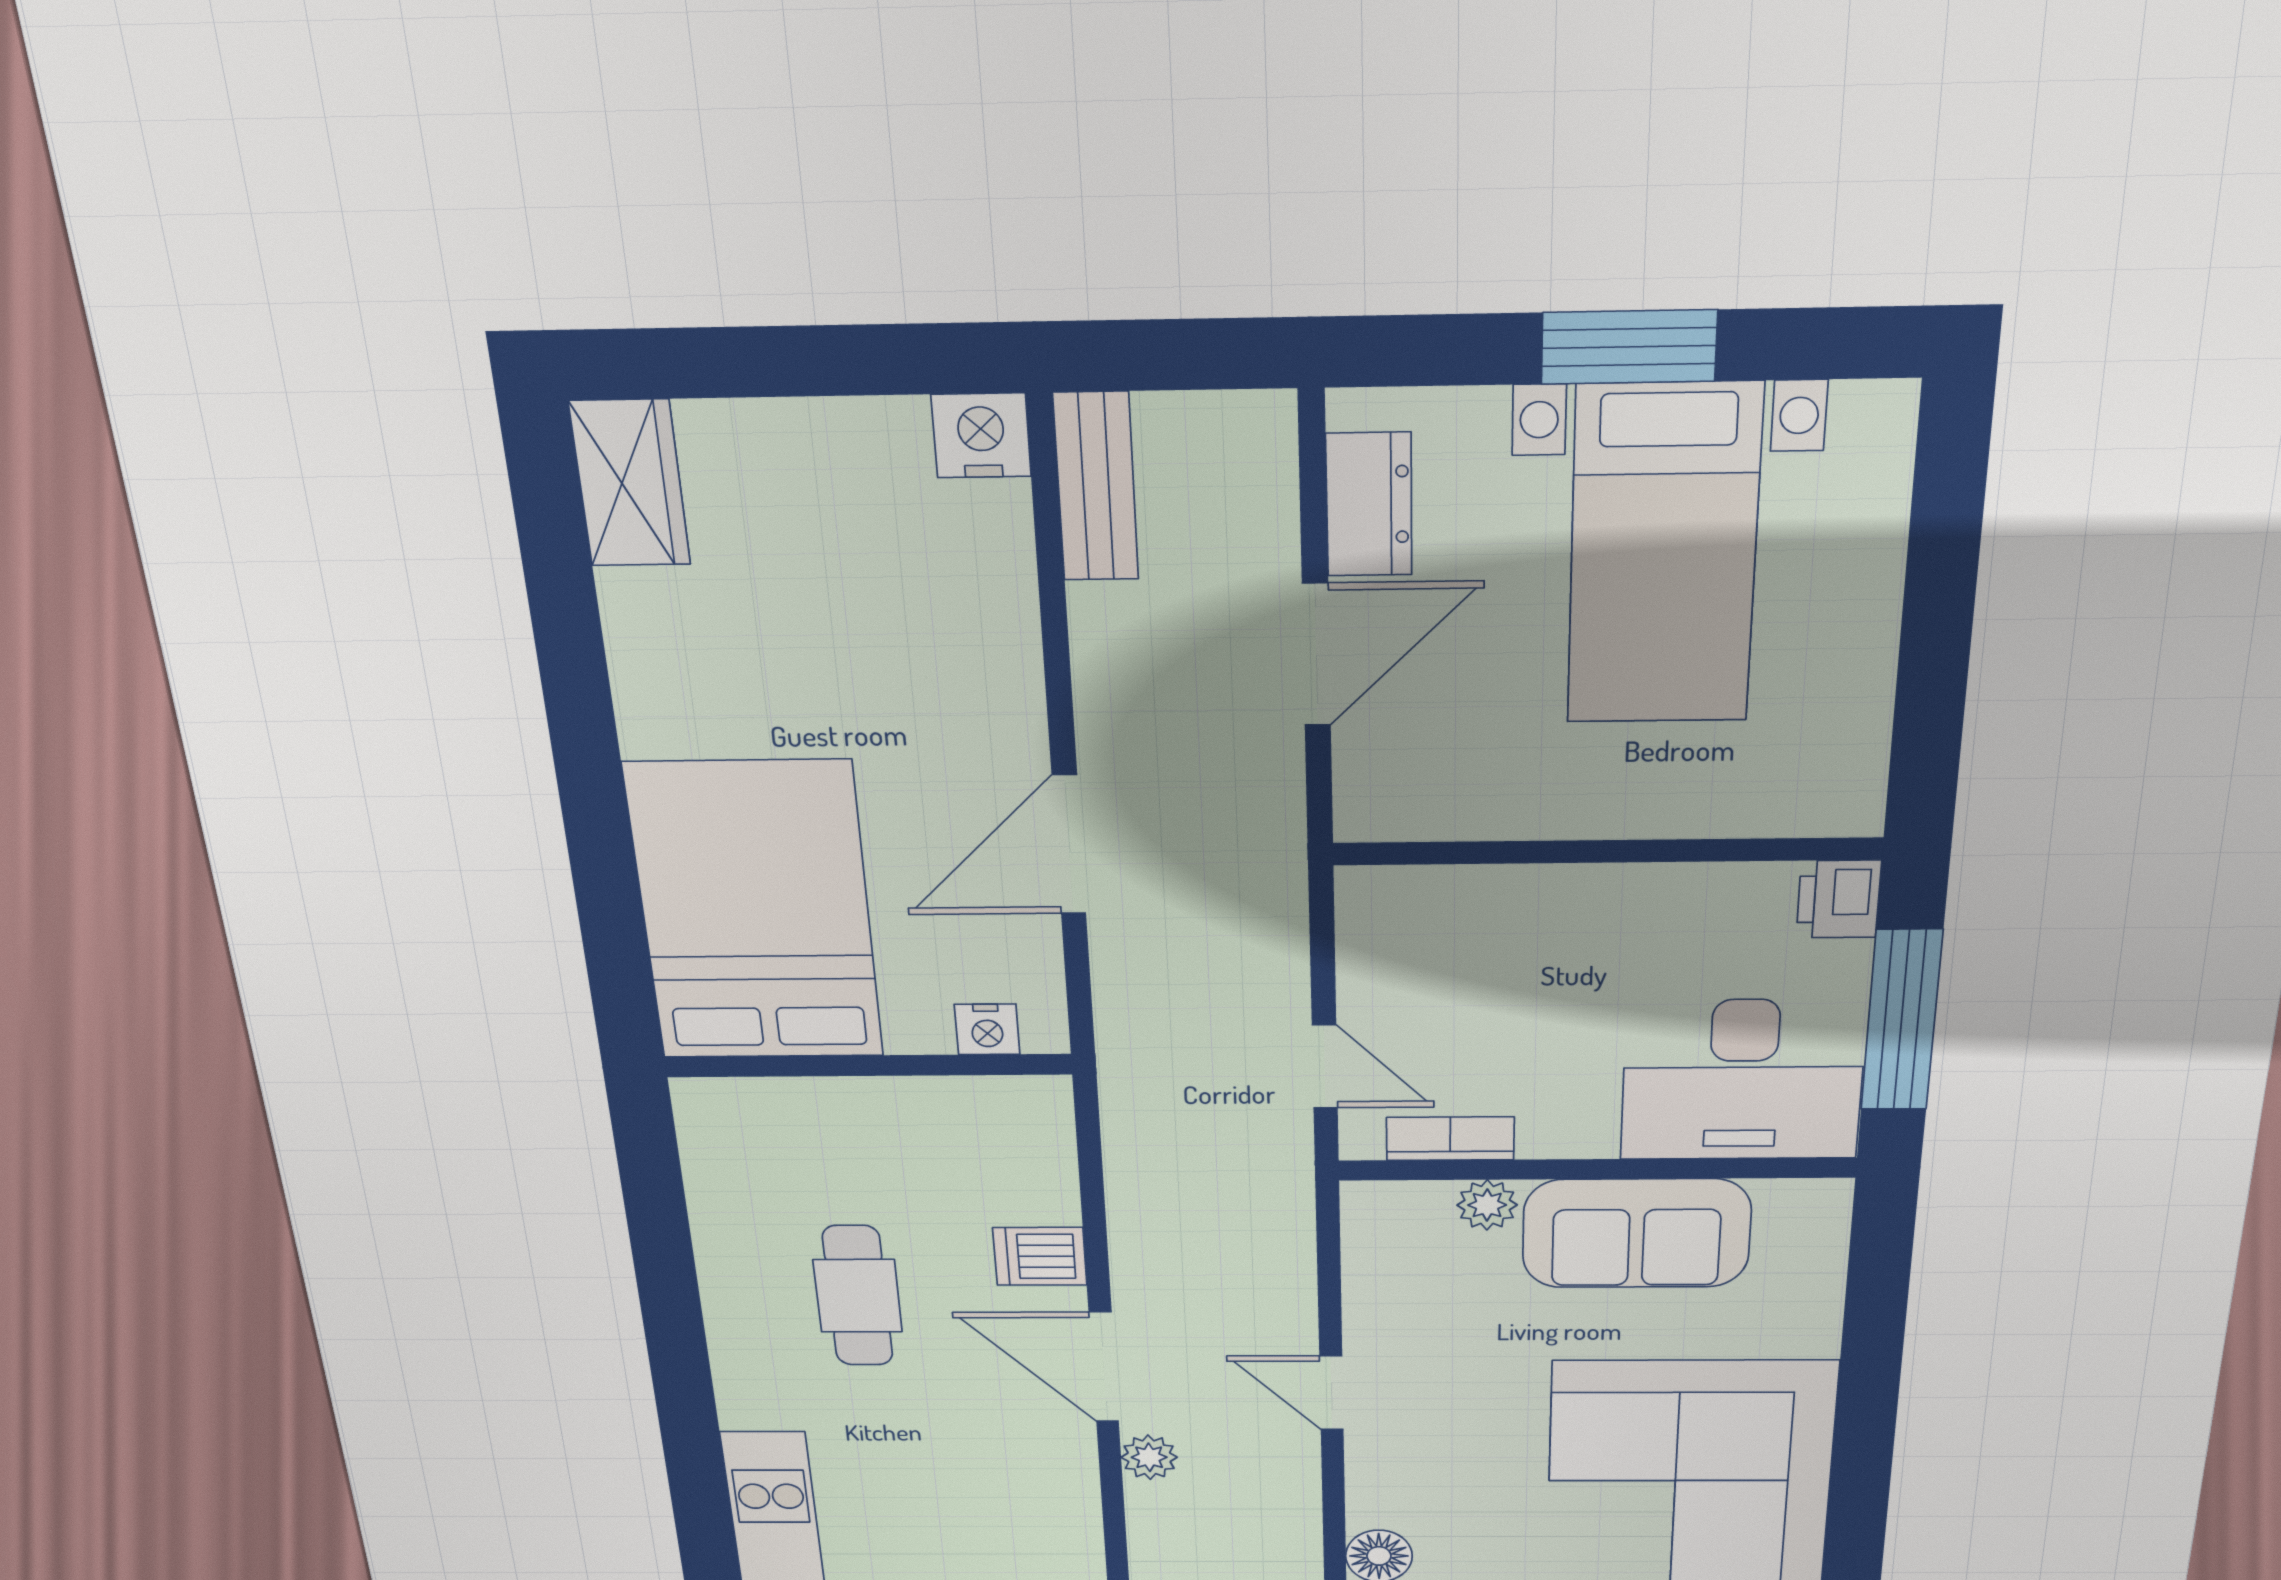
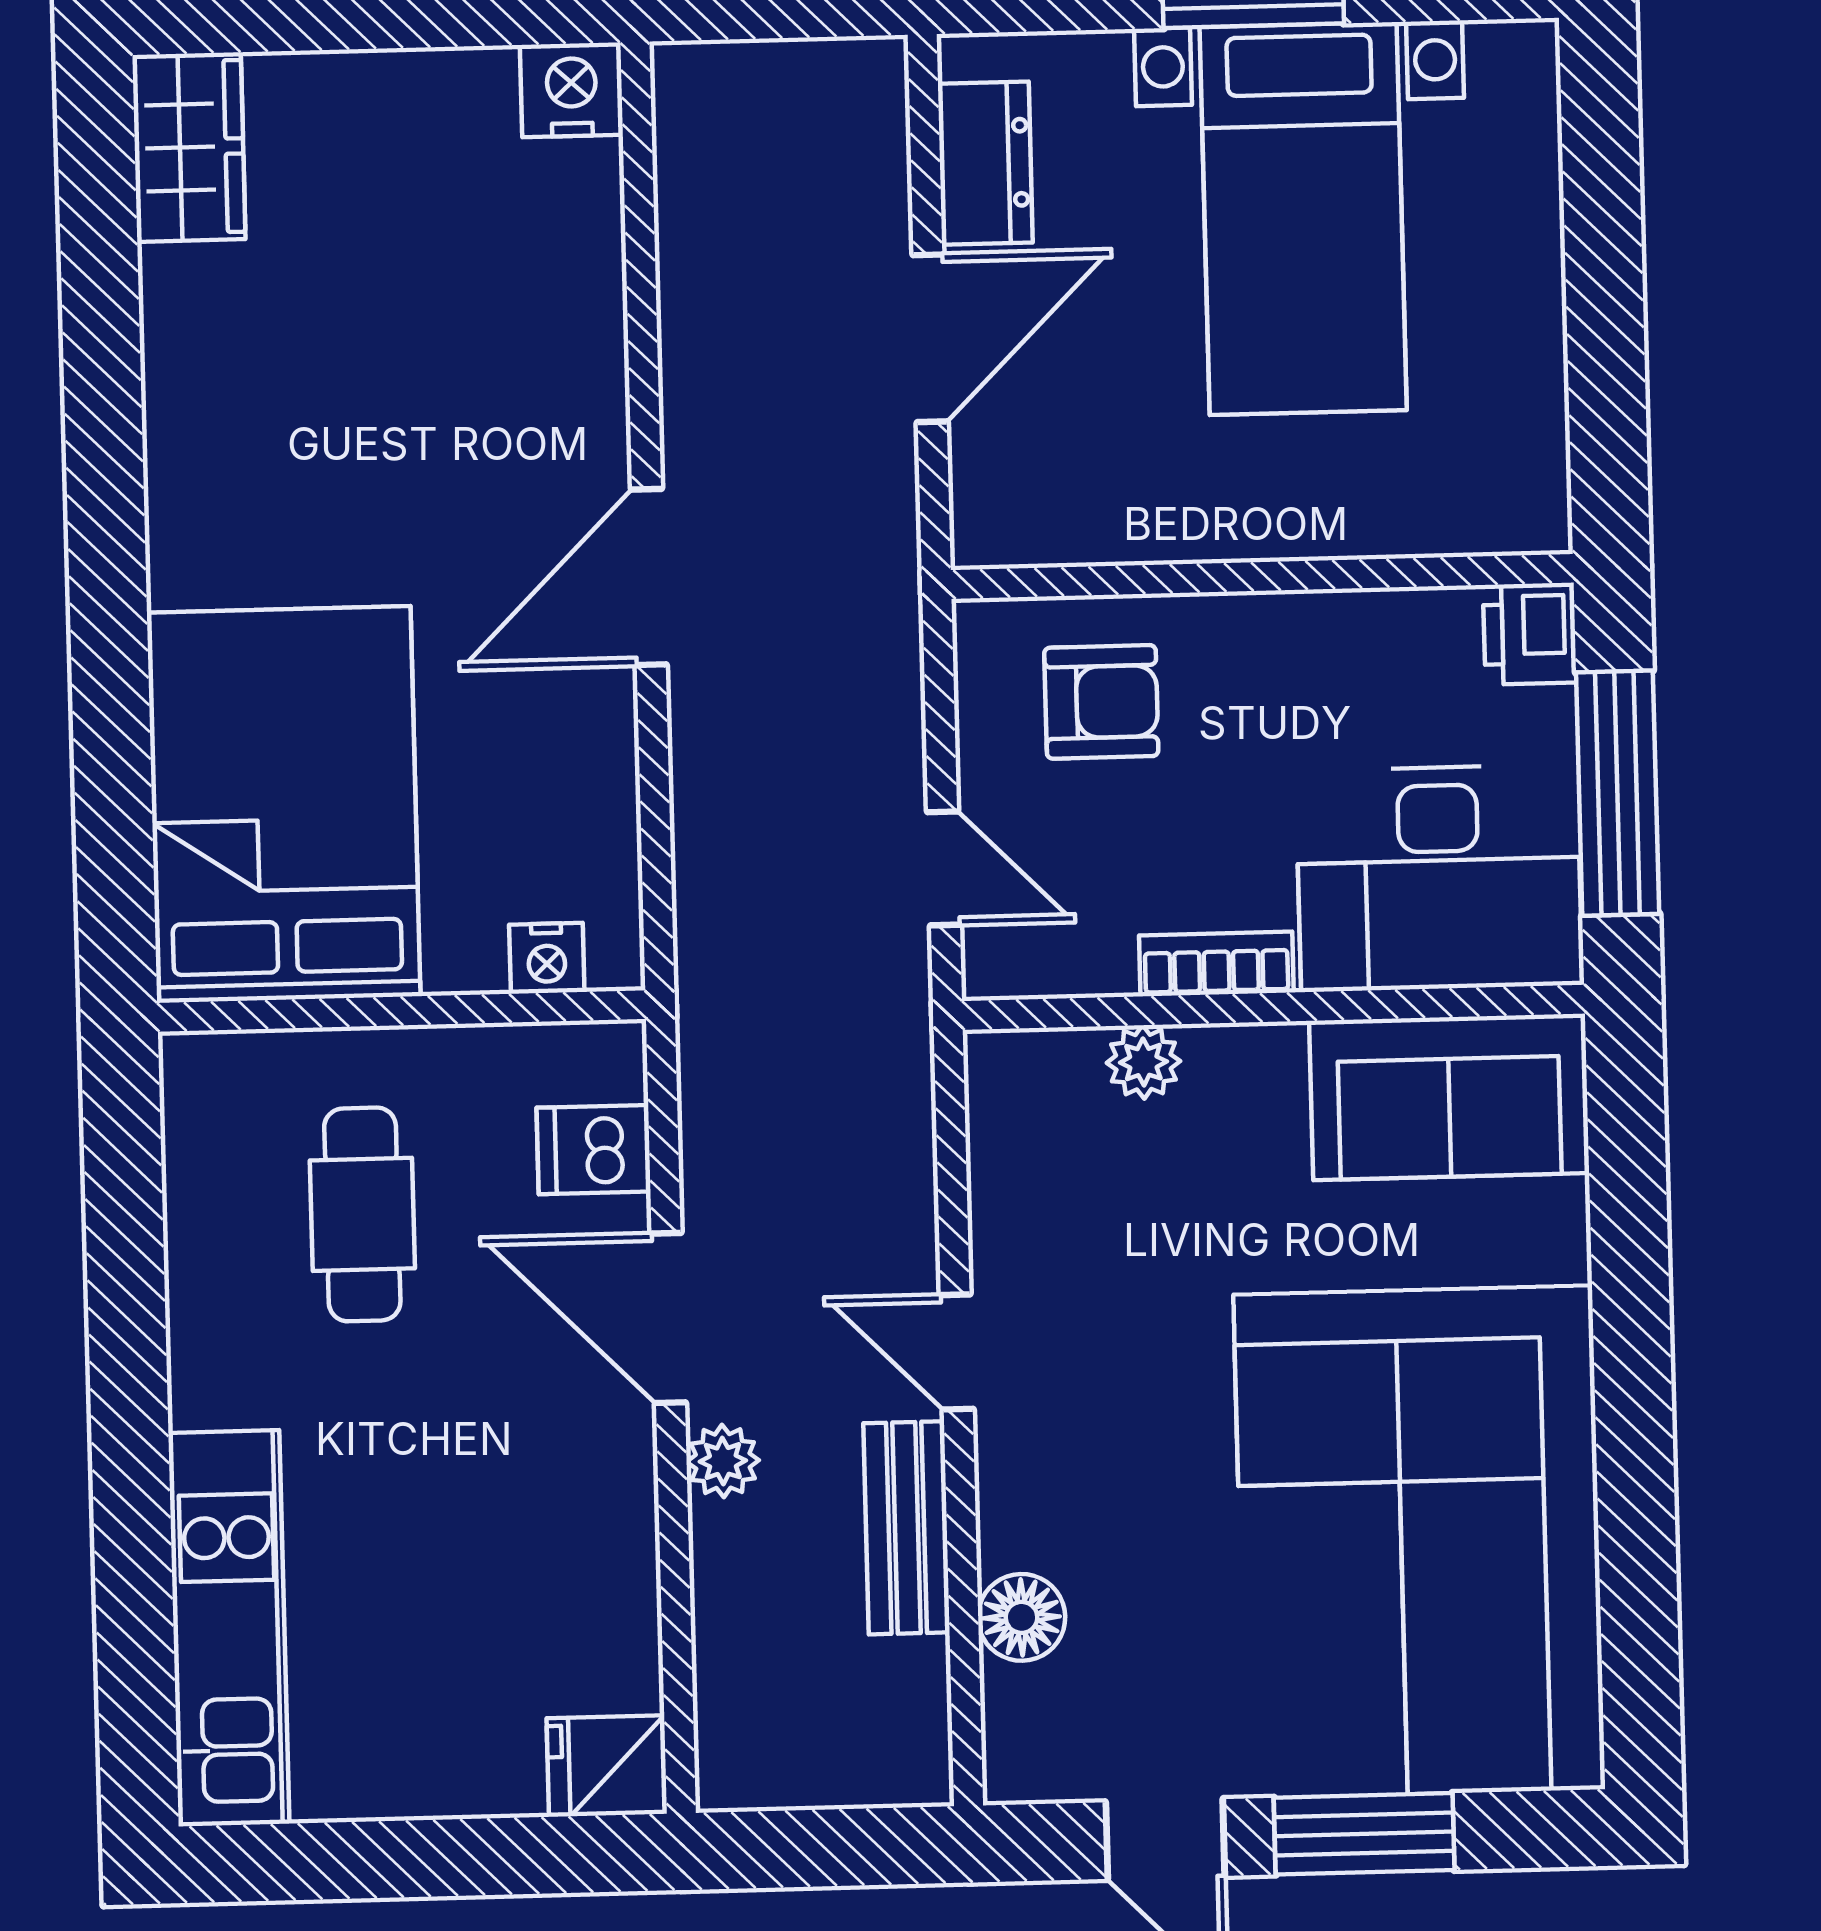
bench: (1096, 487) -> (906, 1528), moved
bed: (755, 912) -> (284, 804), moved
armchair: (1462, 946) -> (1101, 702), added
nightstand: (987, 1029) -> (547, 958), moved
wall: (868, 1066) -> (402, 1011), moved
bookcase: (1450, 1139) -> (1216, 964), moved
sofa: (1636, 1233) -> (1449, 1097), moved

